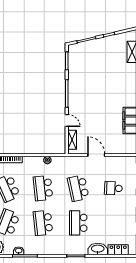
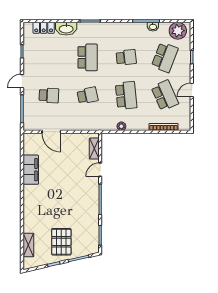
pallet: (102, 55) -> (61, 242), added
door: (67, 121) -> (100, 170), hinge flipped
door: (96, 155) -> (51, 132), moved
school desk: (78, 188) -> (88, 95), width x0.54
school desk: (43, 223) -> (126, 57), width x0.54

